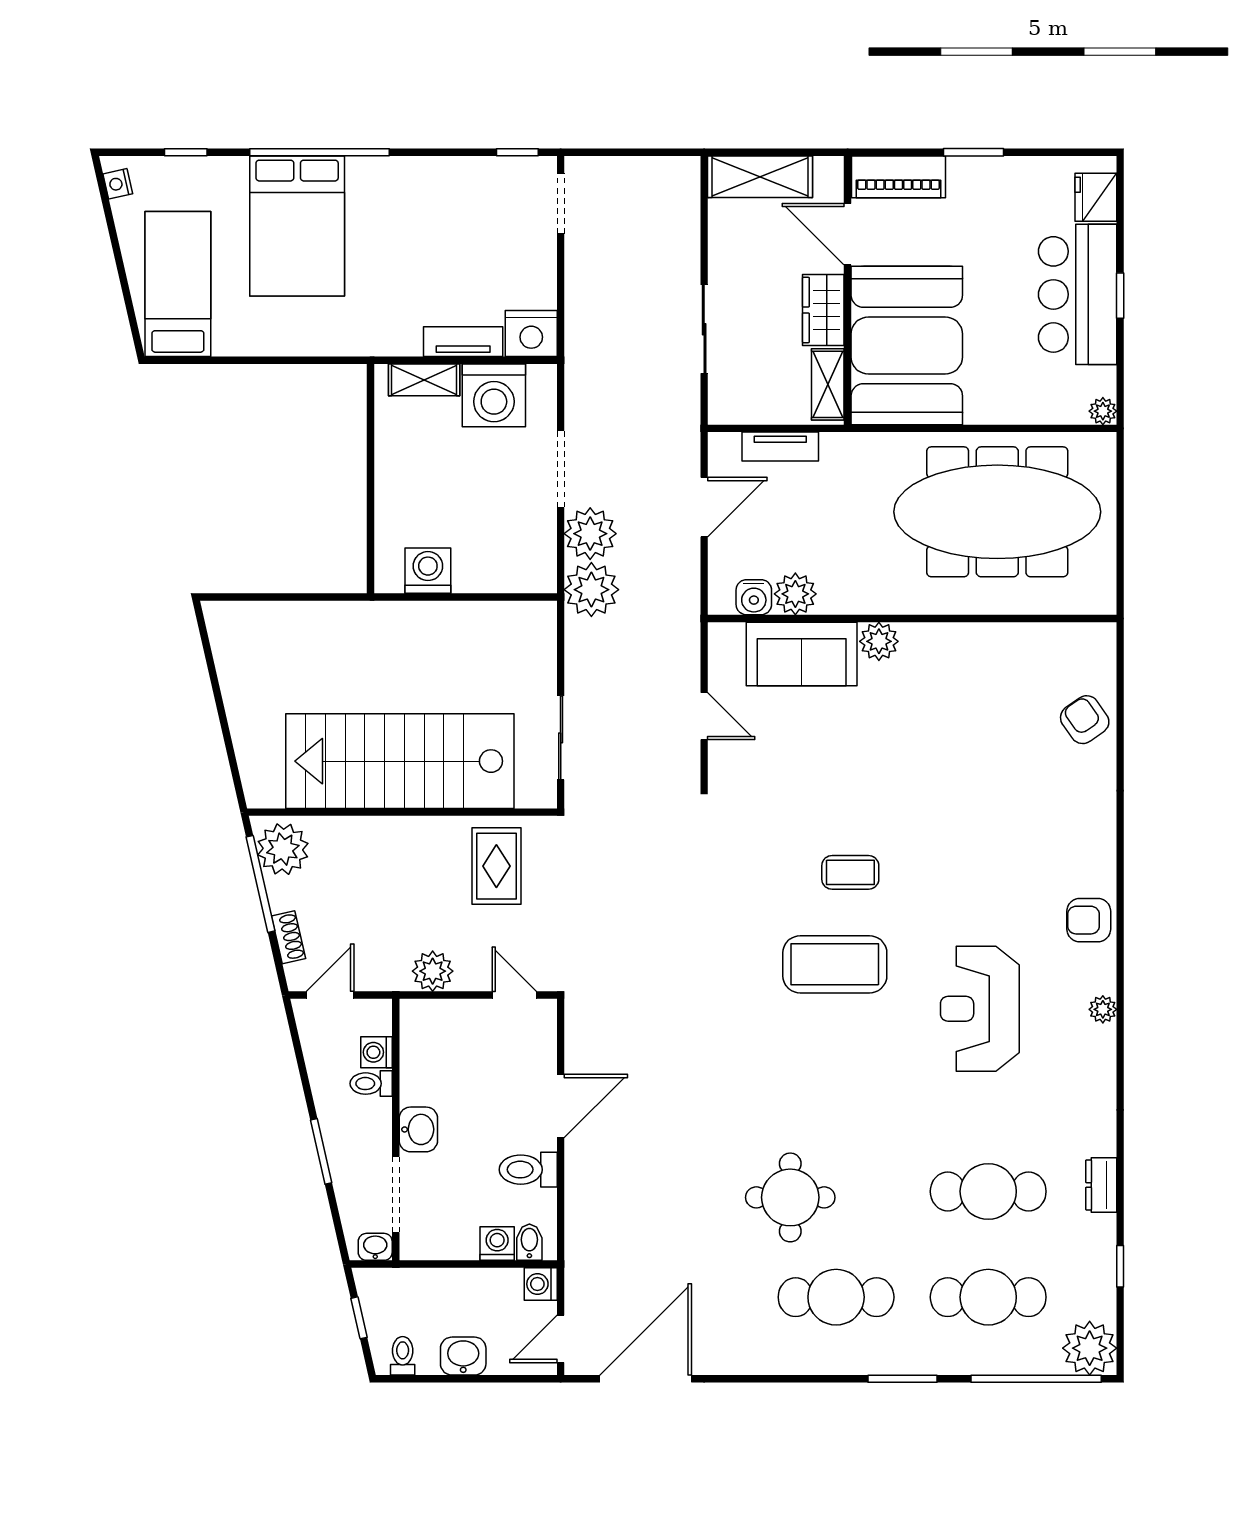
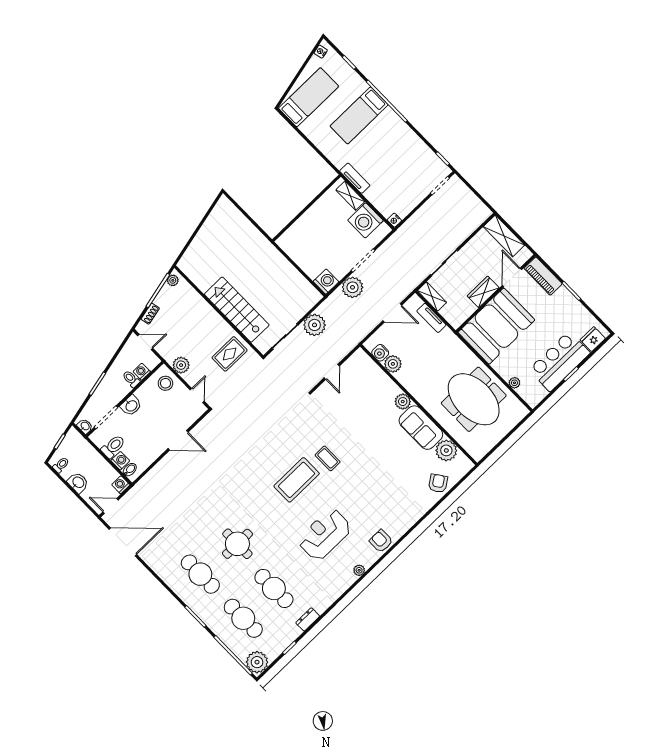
bed: (297, 226) -> (359, 115), width x0.67
nightstand: (531, 334) -> (394, 220), width x0.53, depth x0.56
tv unit: (463, 342) -> (355, 178), moved
shelving: (828, 384) -> (432, 297), moved, turned 90
plant: (1103, 411) -> (514, 383), moved
meeting table: (997, 512) -> (474, 399), width x0.73
washing machine: (428, 571) -> (326, 282), moved
plant: (591, 590) -> (315, 325), moved
plant: (1041, 648) -> (446, 450), added
sofa: (802, 654) -> (421, 428), moved
stairs: (400, 761) -> (237, 310), width x0.73, depth x0.66
plant: (283, 849) -> (173, 280), width x0.53, depth x0.53
coffee table: (835, 964) -> (297, 480), turned 90
stool: (438, 1030) -> (165, 383), added
toilet: (528, 1170) -> (113, 446), moved, turned 90
round table: (790, 1197) -> (237, 544), moved

